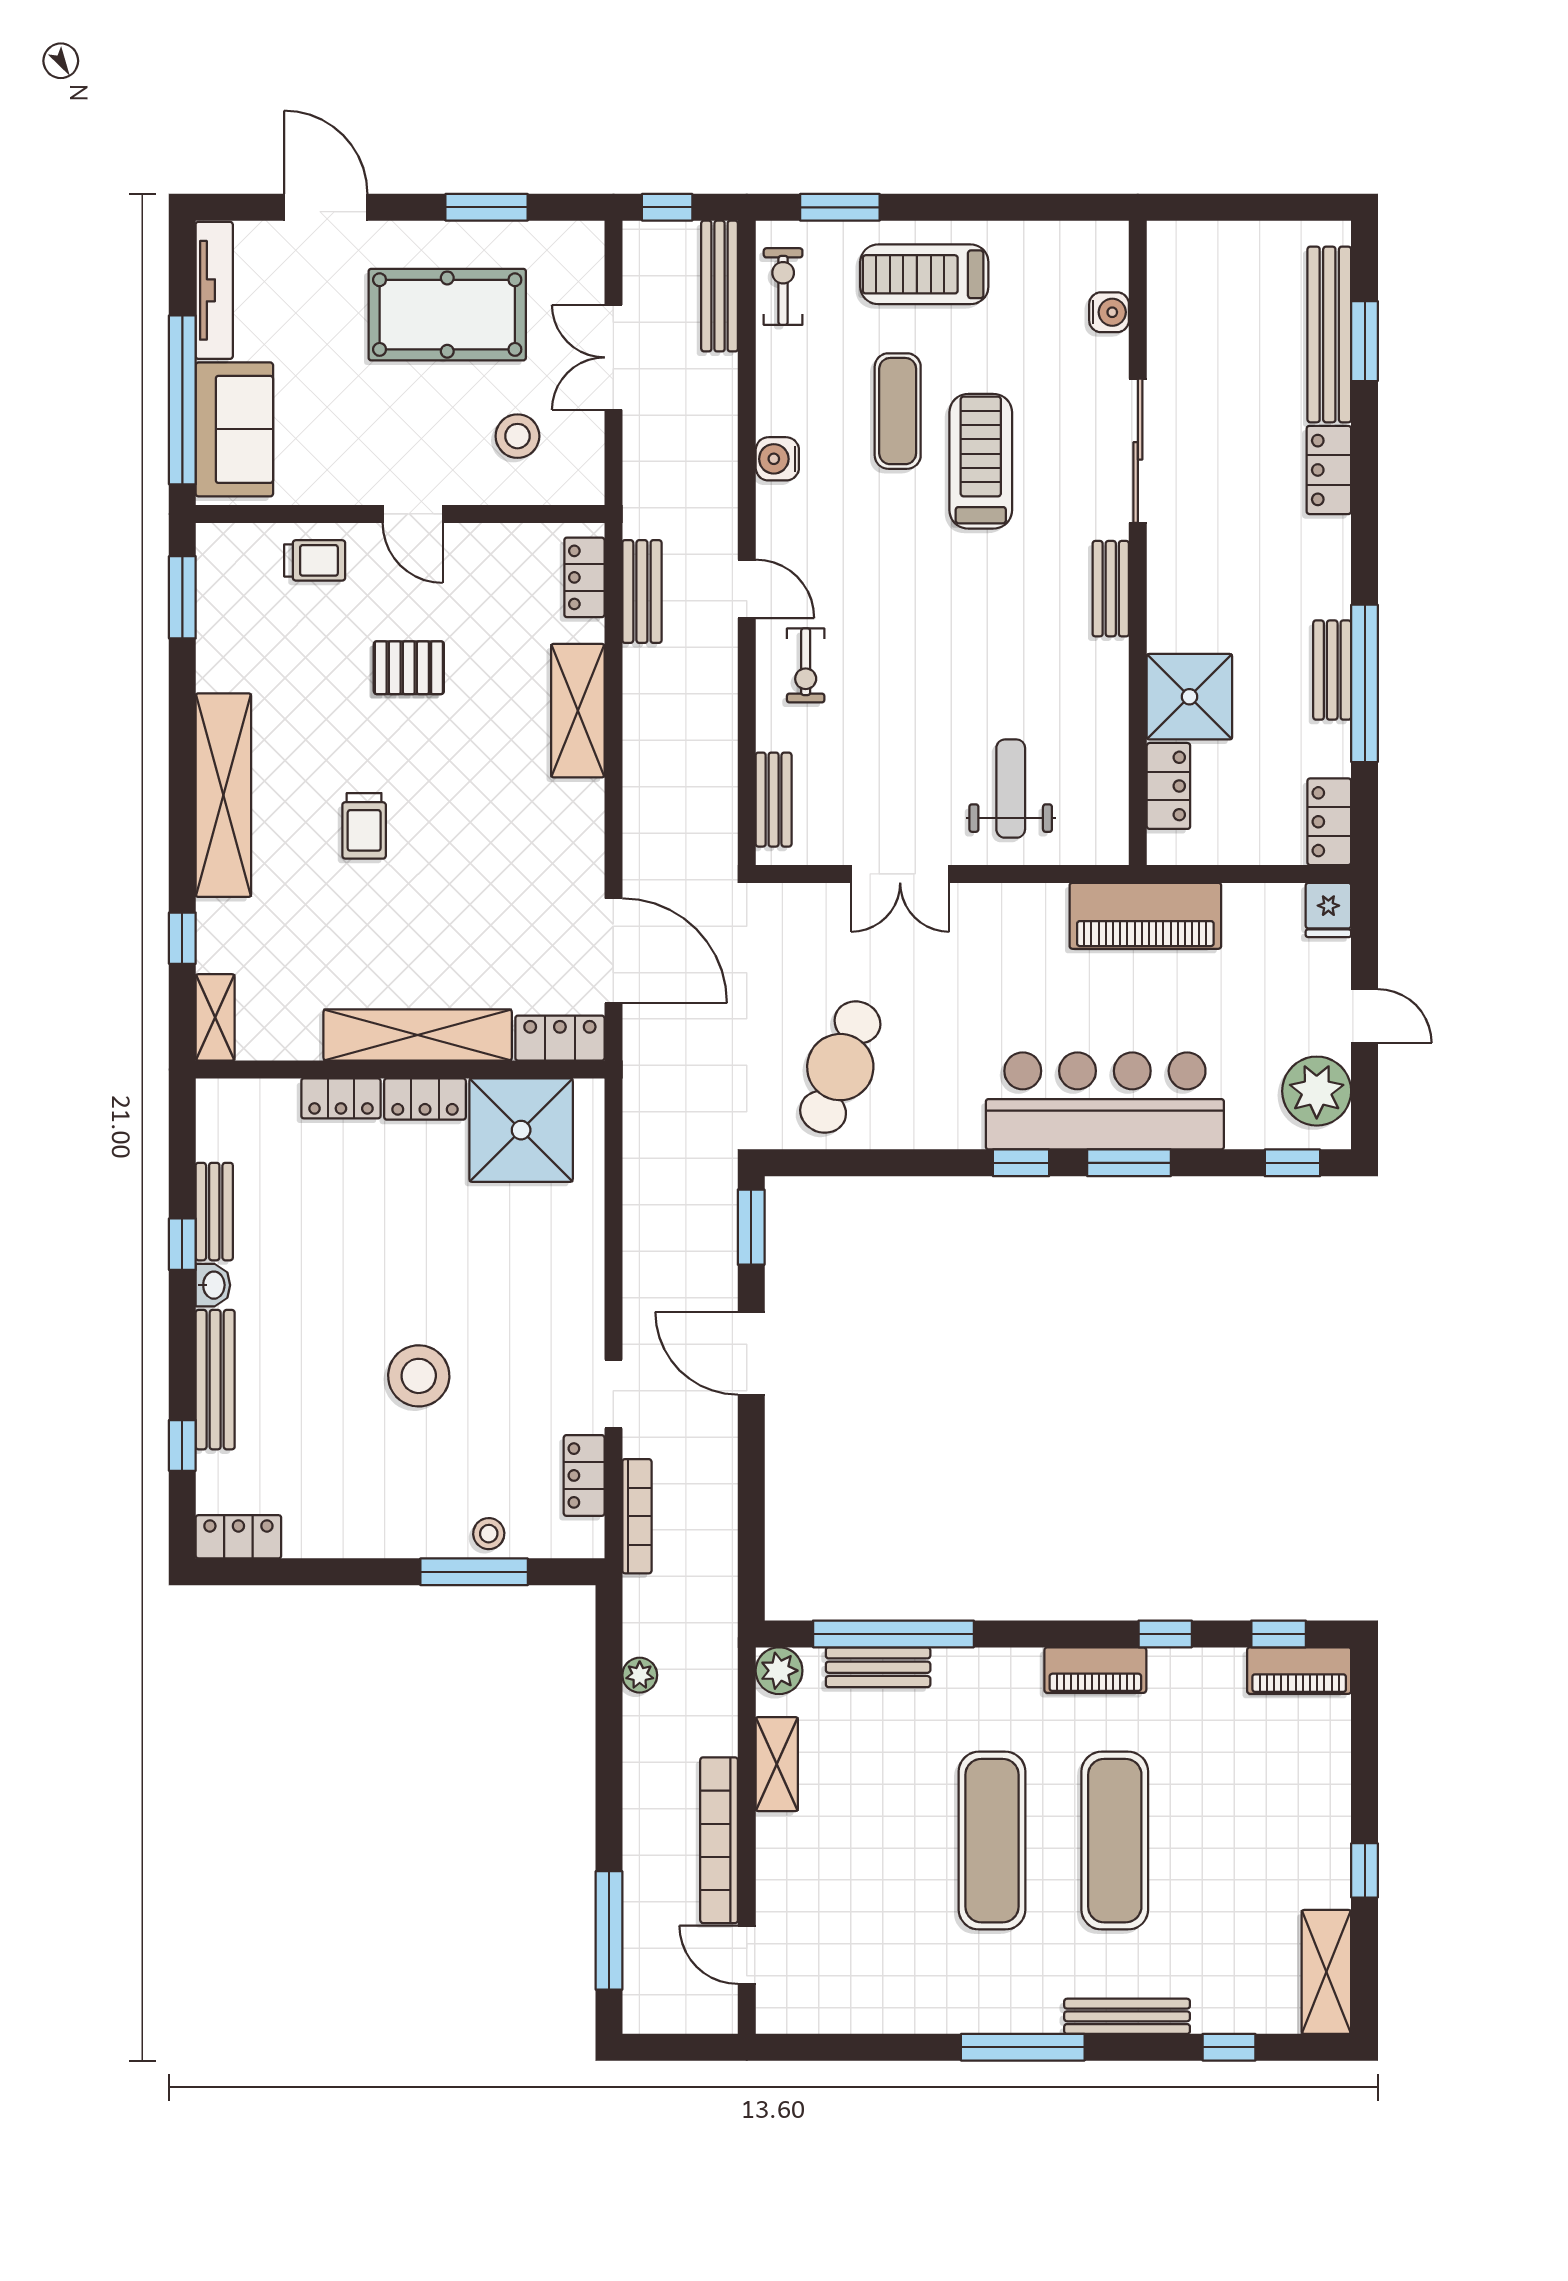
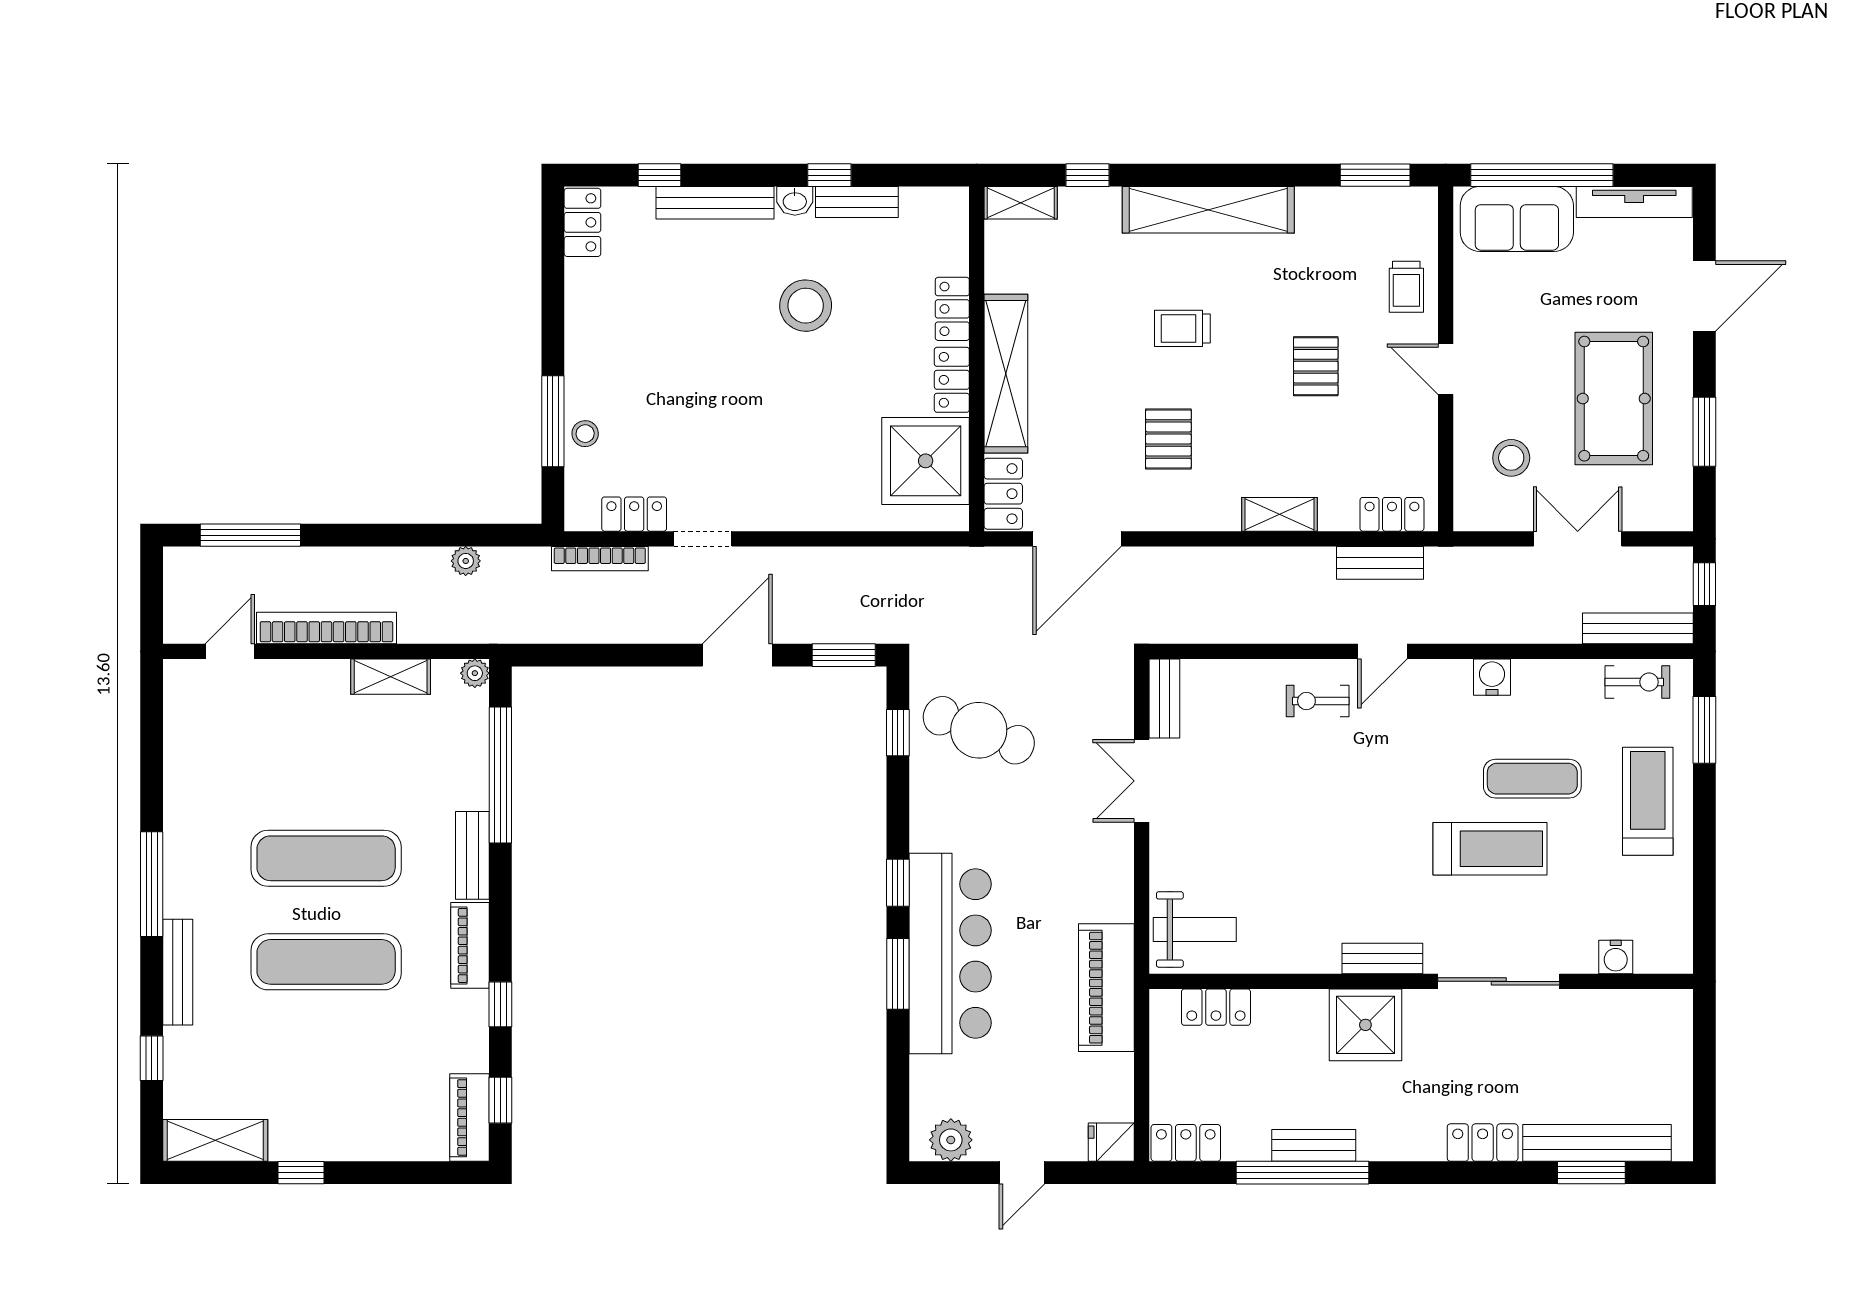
door: (413, 514) -> (1446, 369), hinge flipped
shower: (1189, 697) -> (1365, 1025), moved
shelving: (578, 711) -> (1280, 514), width x0.67, depth x0.75
weight bench: (1011, 789) -> (1195, 929), moved
bench: (774, 800) -> (1164, 698), moved, turned 90
pallet: (495, 842) -> (1168, 439), added
plant: (1317, 1091) -> (951, 1140), width x0.73, depth x0.73
window: (1292, 1163) -> (898, 733), moved
stool: (419, 1376) -> (806, 306), moved
bench: (878, 1667) -> (472, 855), moved
plant: (779, 1671) -> (475, 673), width x0.73, depth x0.73

